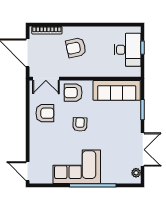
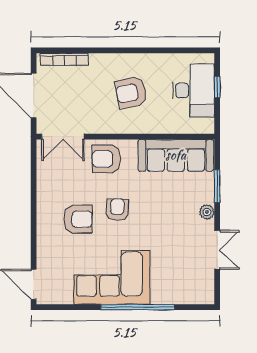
armchair: (76, 48) -> (131, 93), moved
armchair: (45, 113) -> (78, 219), moved
double door: (143, 150) -> (217, 250), width x0.73
plant: (136, 173) -> (207, 212), moved

